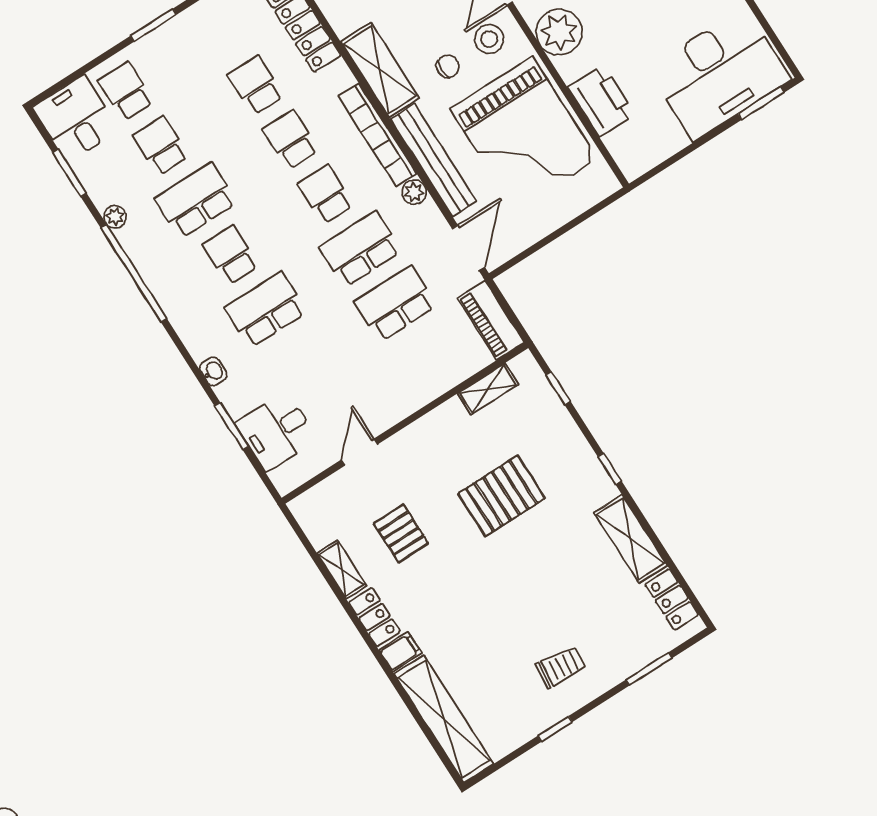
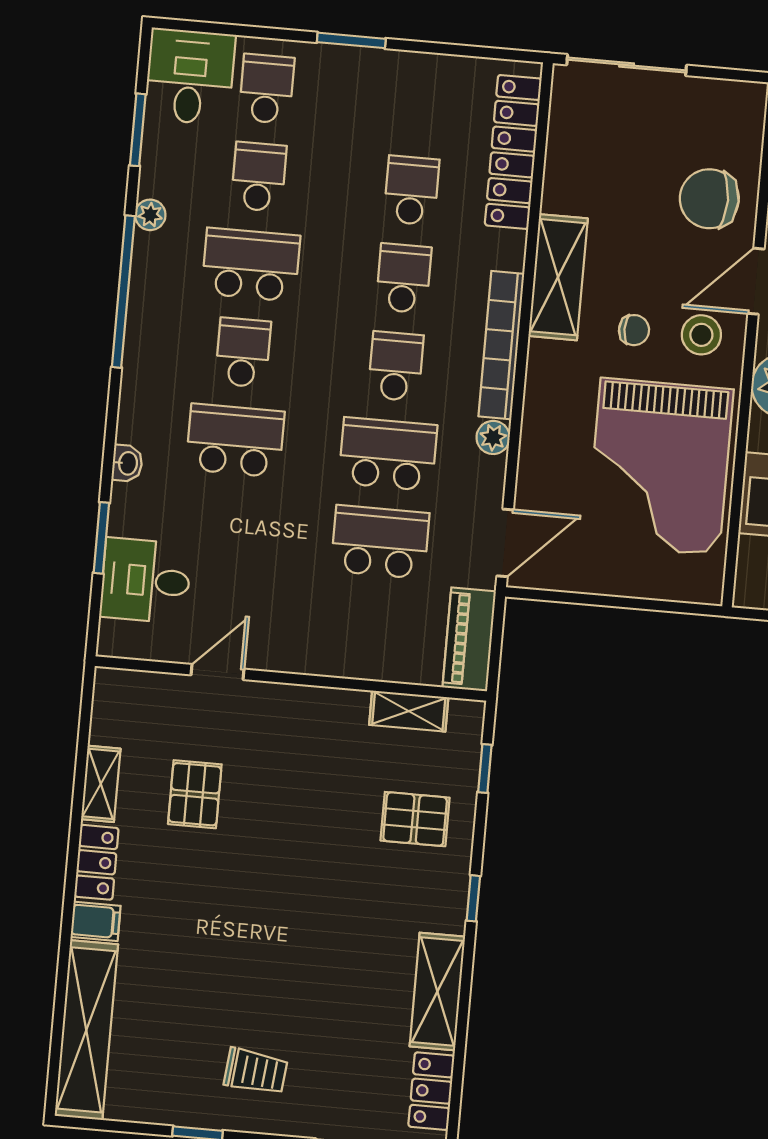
bench: (433, 160) -> (540, 419), removed
pallet: (502, 496) -> (415, 819), moved, width x0.67, depth x0.71

